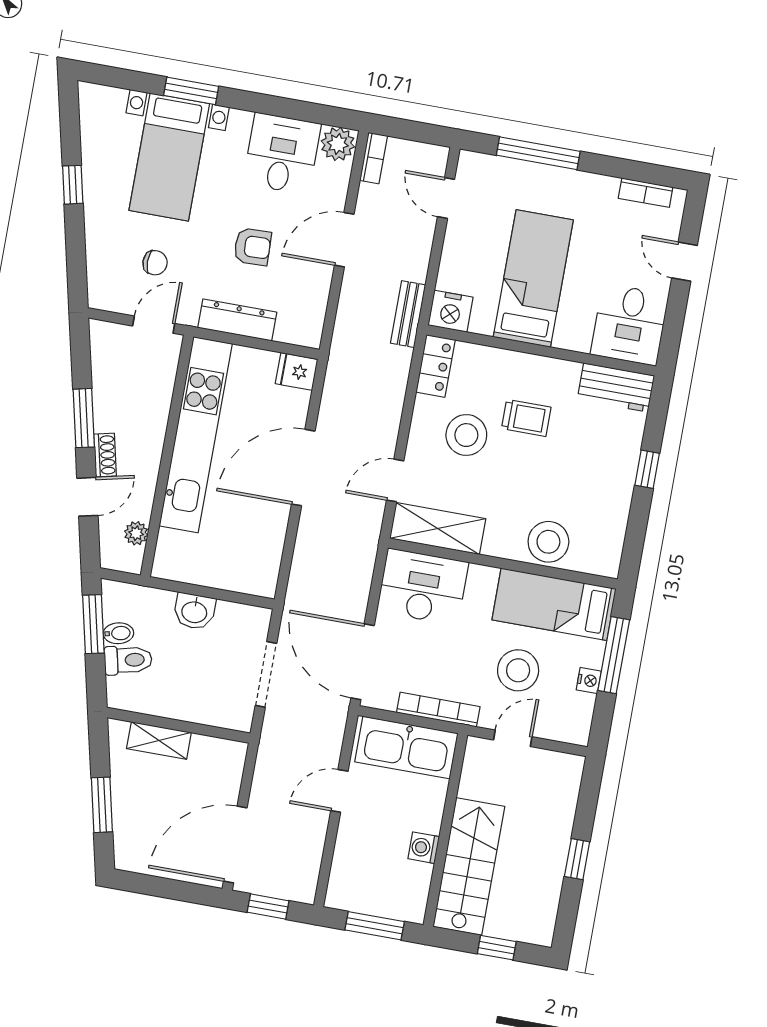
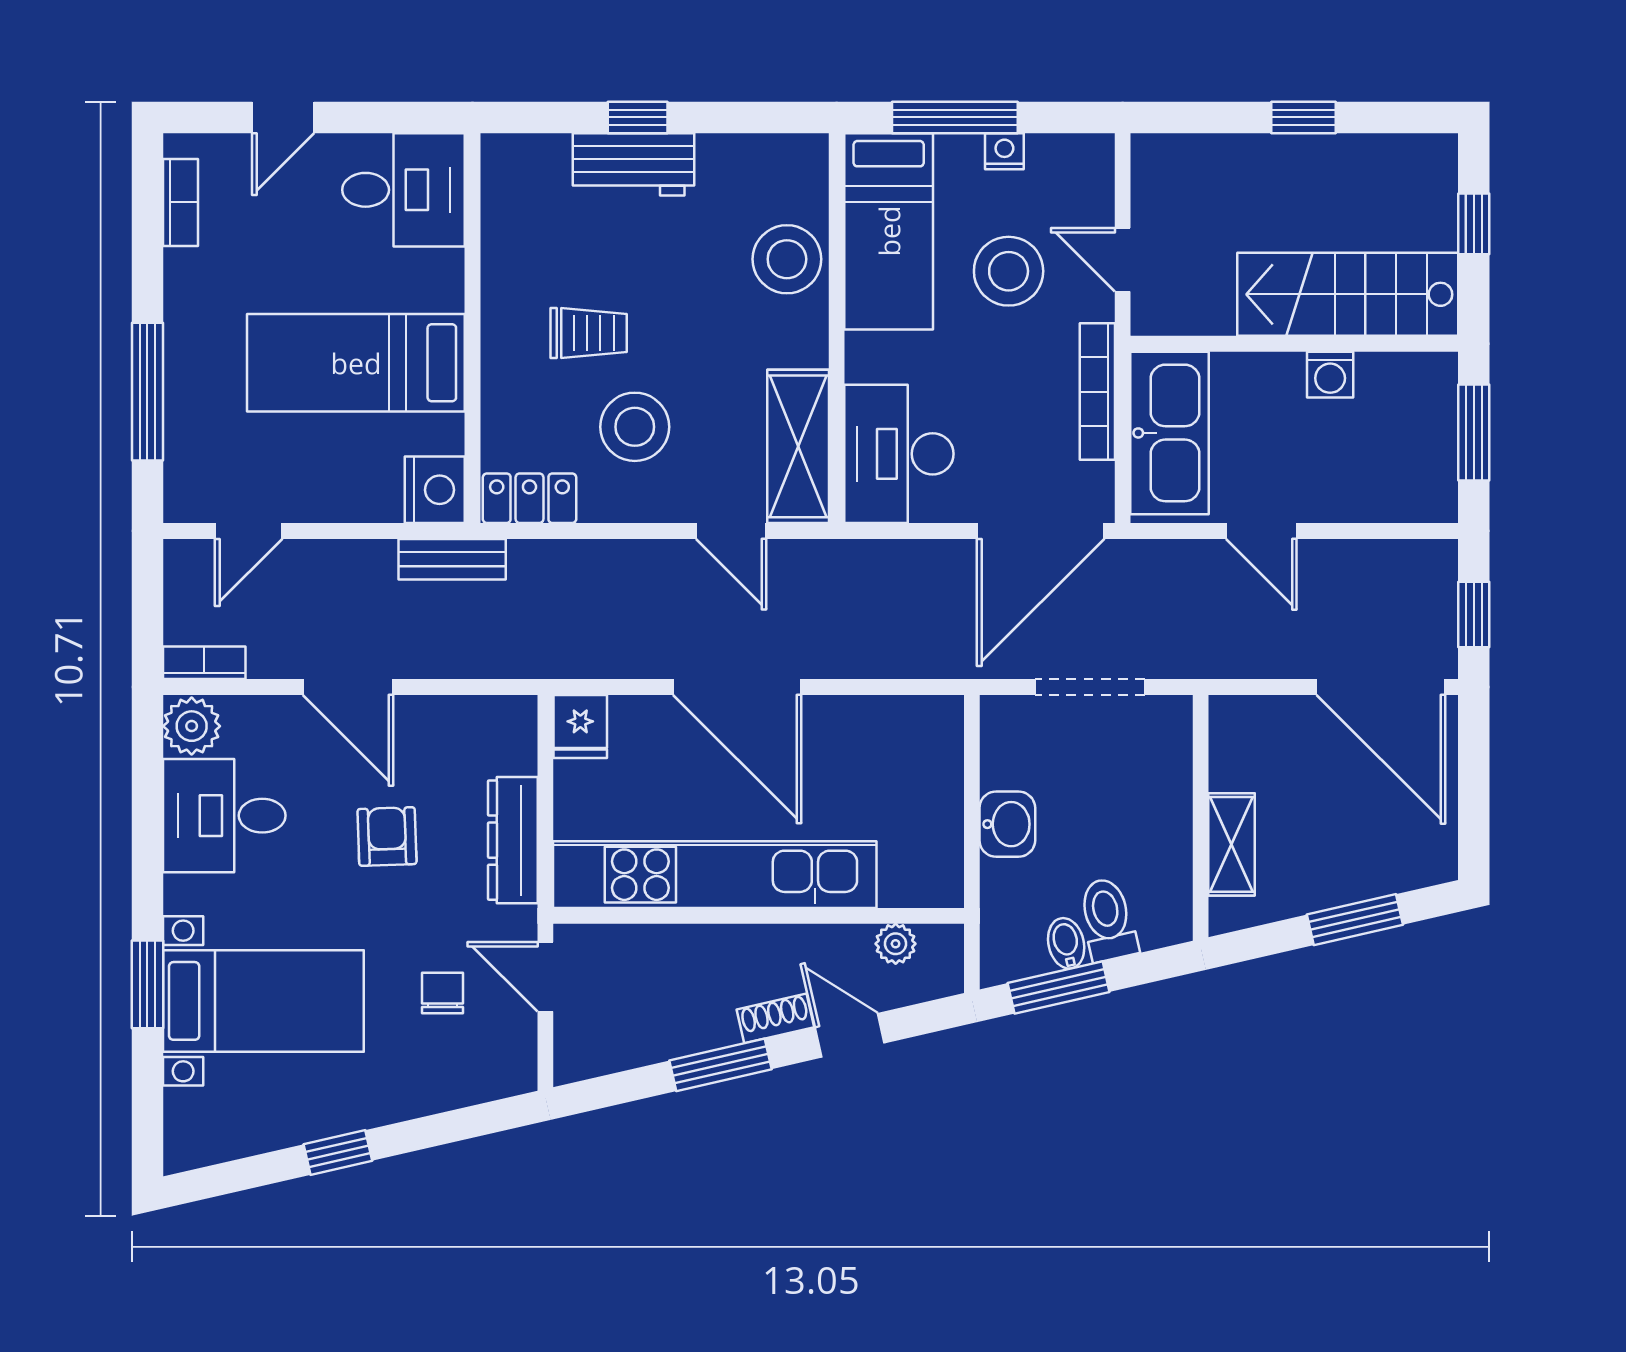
workbench: (616, 387) -> (634, 164), moved, turned 90
trolley: (526, 418) -> (589, 333), turned 90

